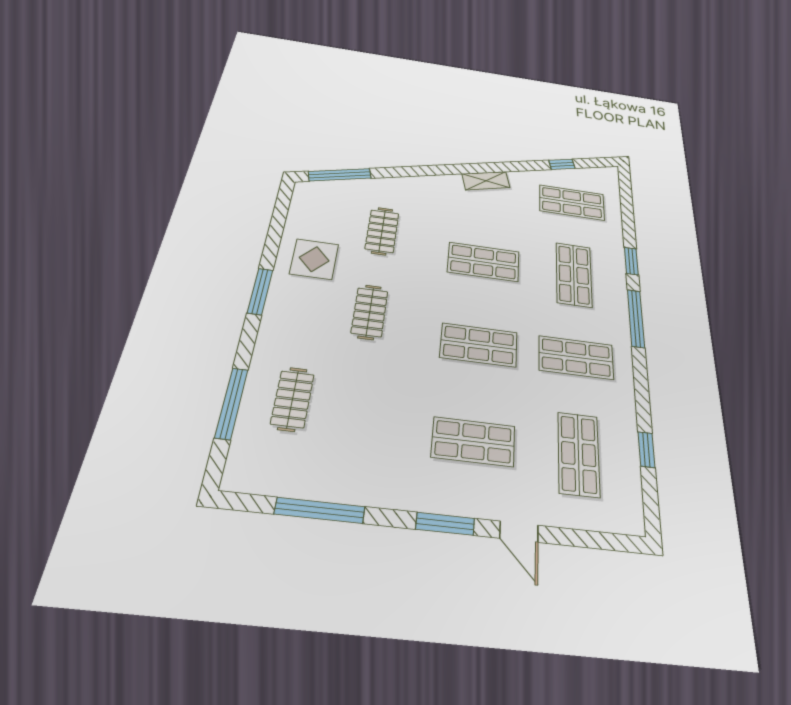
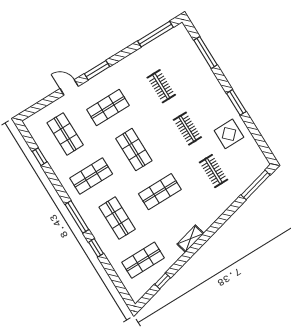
shop shelf: (479, 345) -> (134, 150), turned 90
clothes rail: (292, 399) -> (161, 86), moved
window: (320, 510) -> (155, 34), moved

